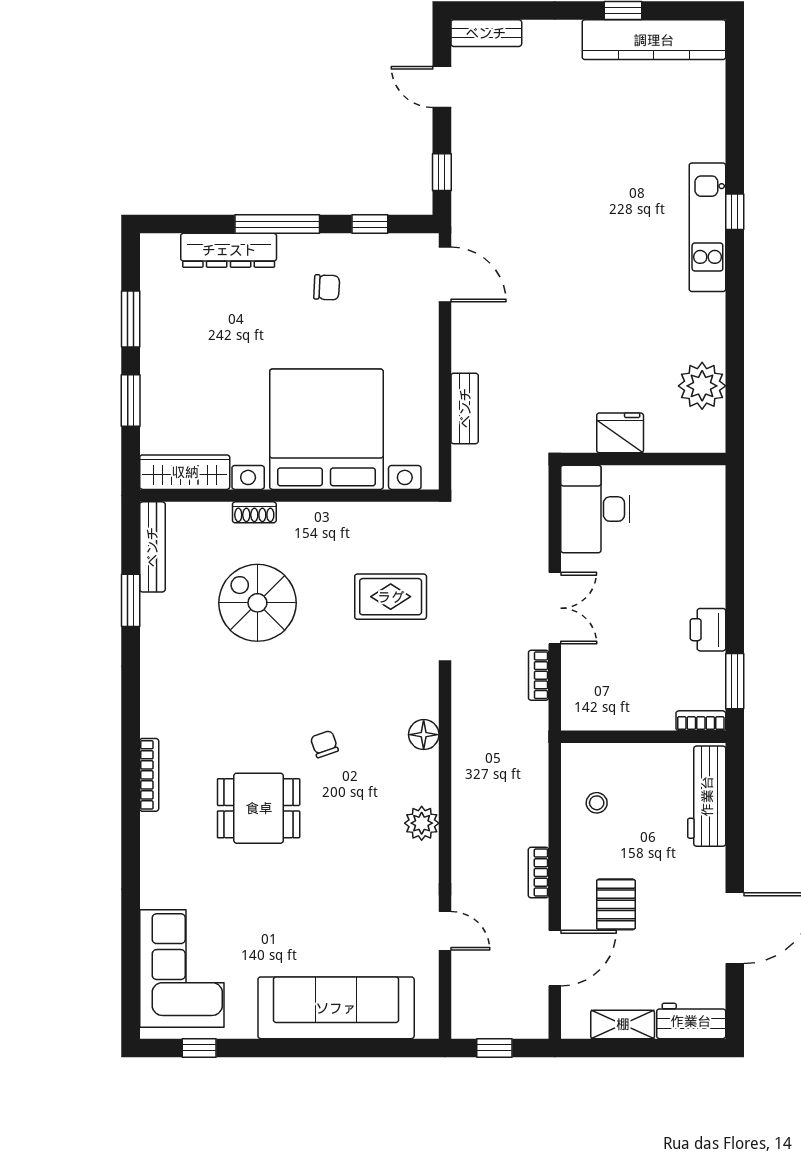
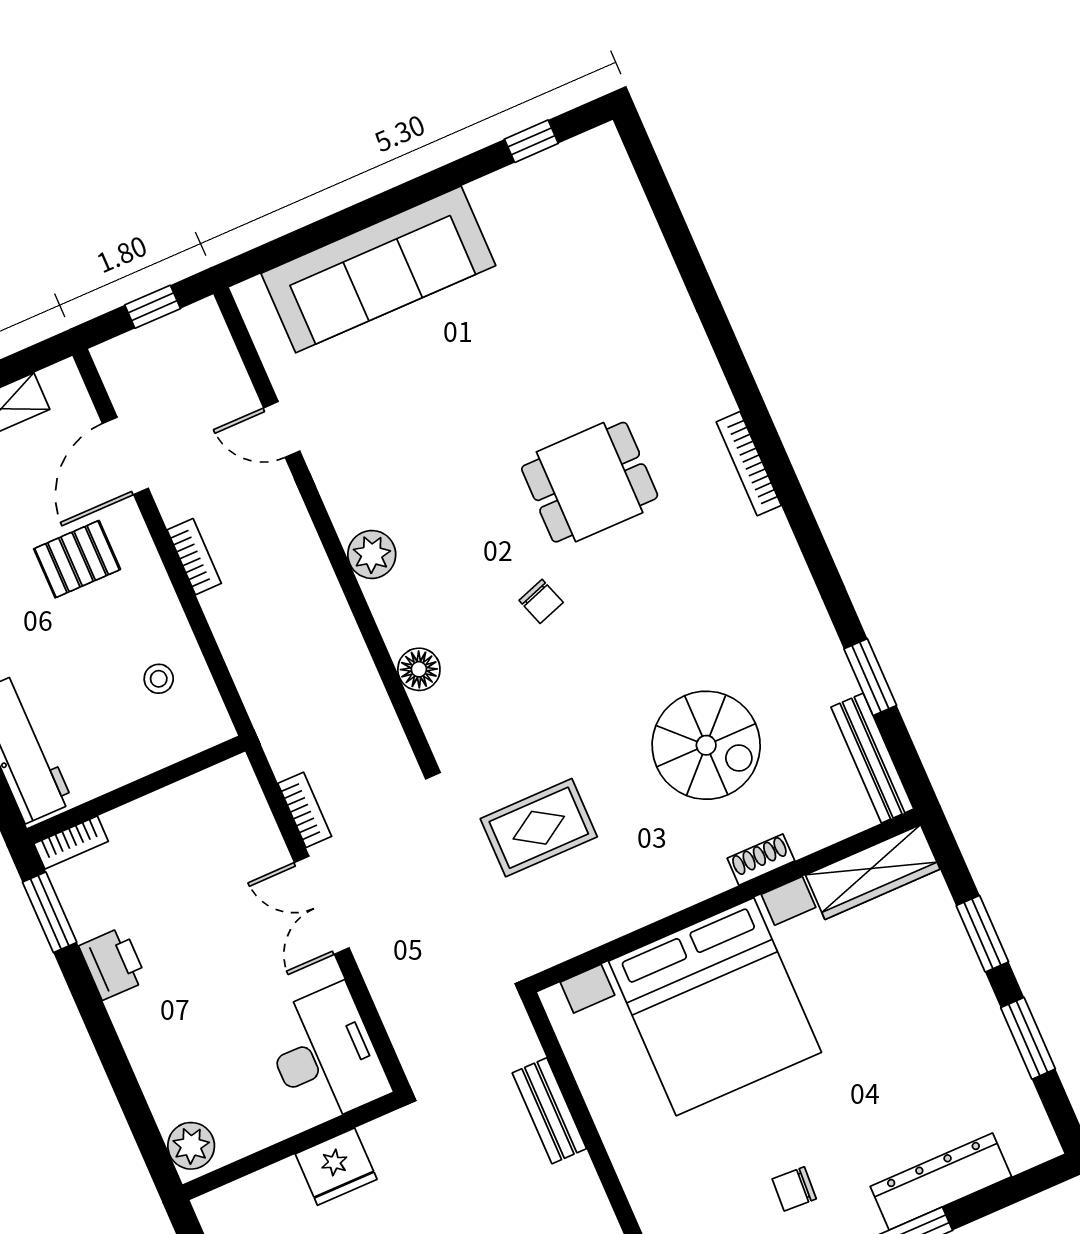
plant: (709, 488) -> (191, 1146), added
pallet: (616, 904) -> (77, 559), turned 90
corner sofa: (182, 968) -> (598, 234), removed

